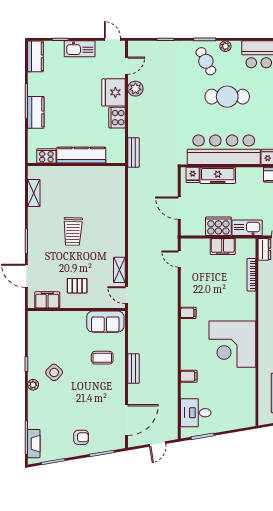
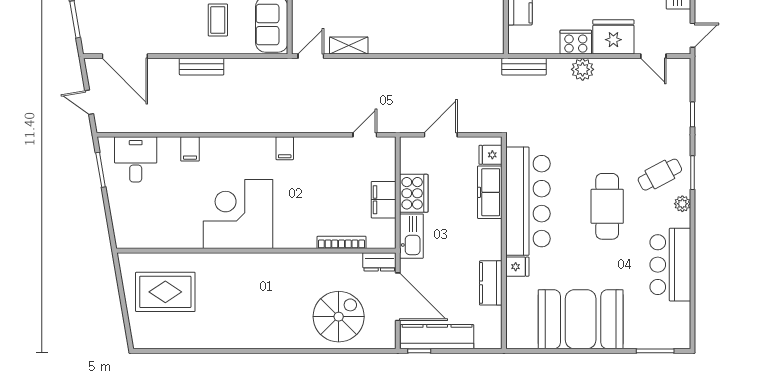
plant: (135, 89) -> (583, 69), moved

